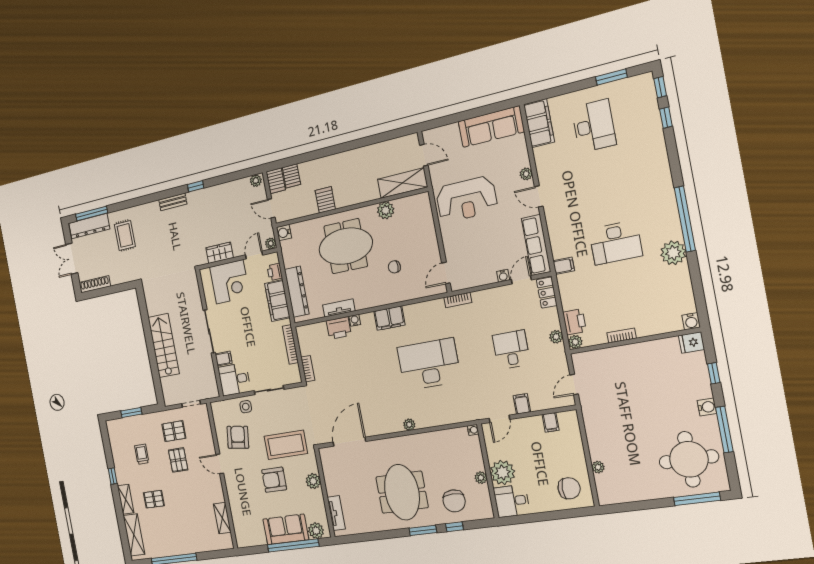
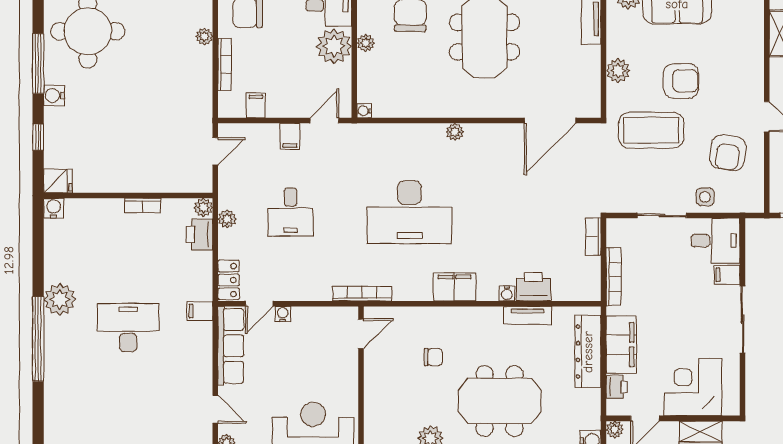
bookcase: (458, 300) -> (362, 293), width x1.56
bookcase: (579, 449) -> (225, 64), added

